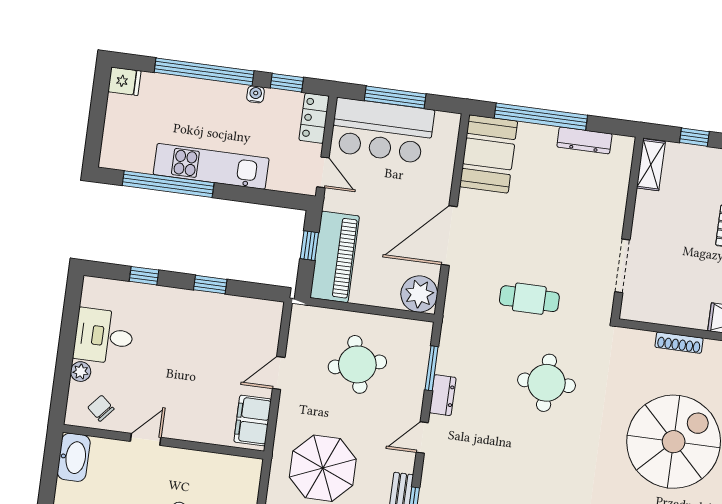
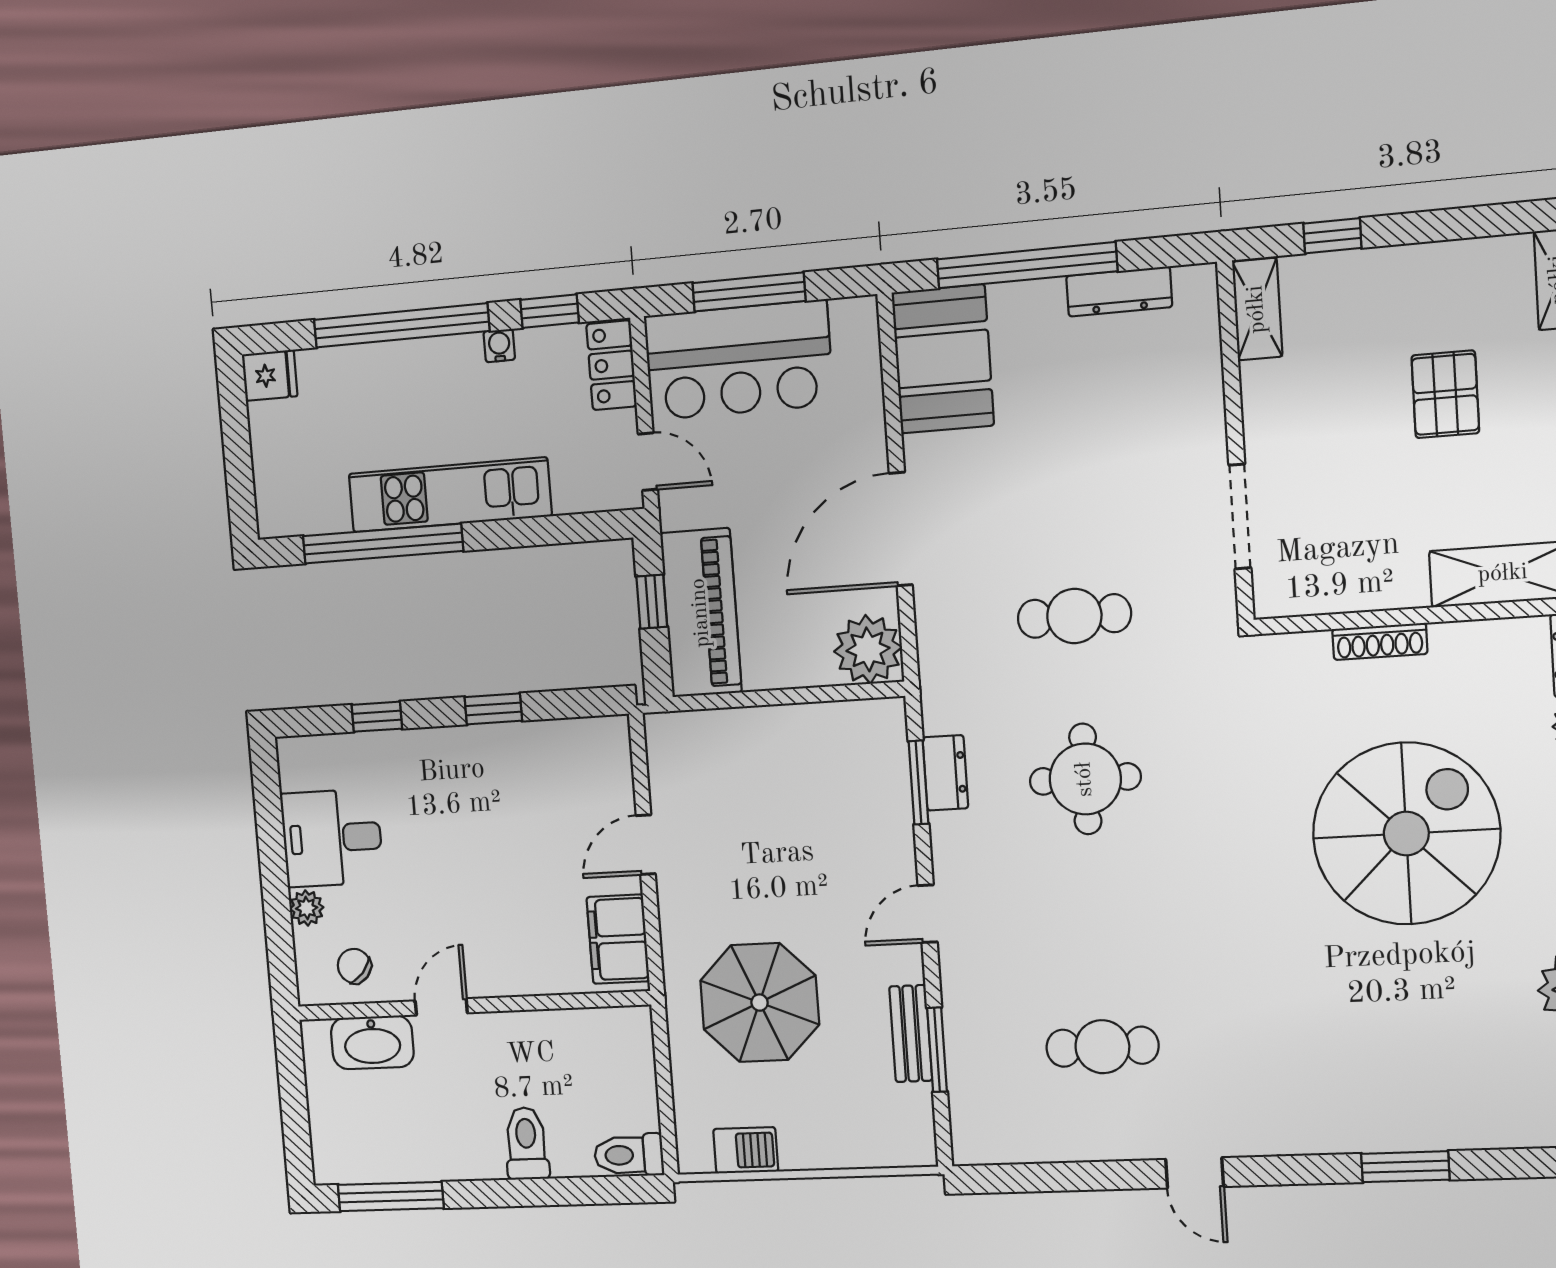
round table: (357, 364) -> (782, 802), removed
round table: (546, 383) -> (1085, 779), moved
dresser: (443, 395) -> (945, 773), moved
washbasin: (74, 457) -> (372, 1042), moved, turned 90

